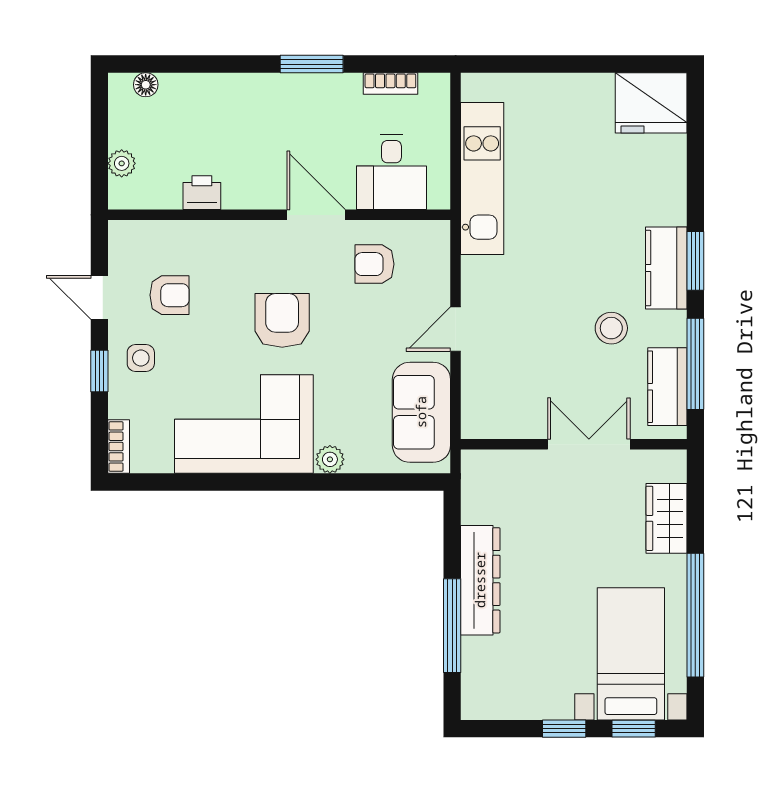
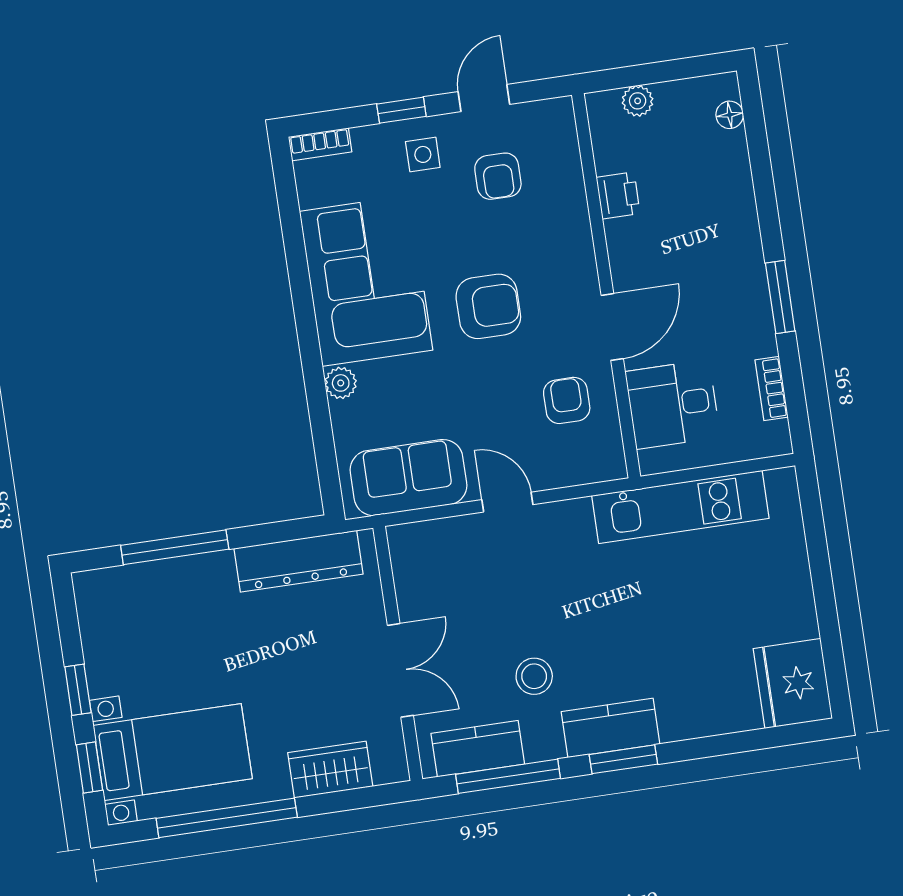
dresser: (480, 580) -> (298, 561), moved

